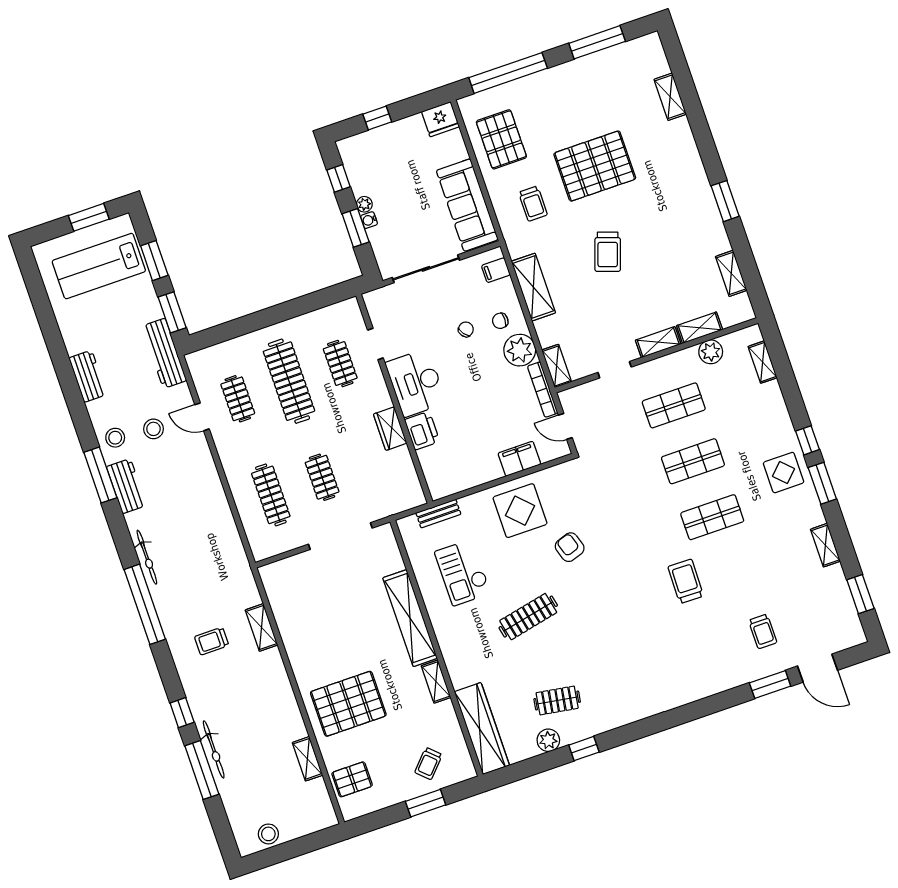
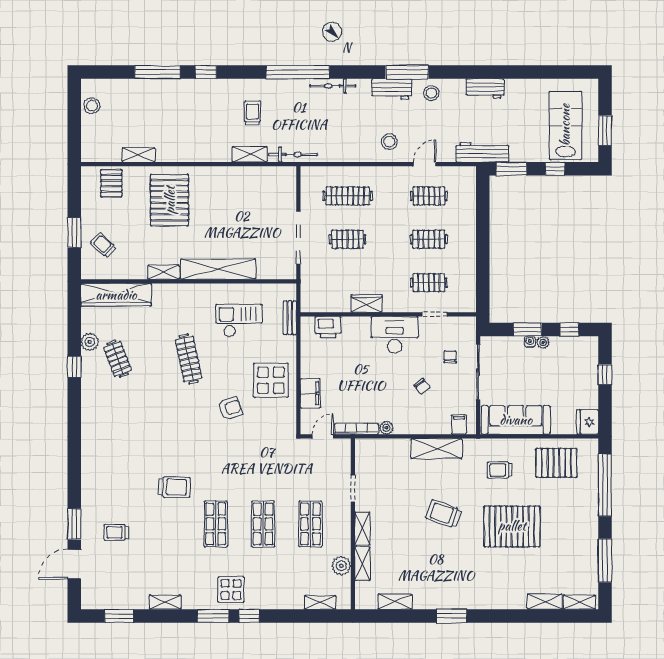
pallet: (595, 166) -> (512, 526), turned 90
window: (154, 261) -> (555, 169), width x0.67
chair: (500, 321) -> (450, 357), moved
plant: (520, 350) -> (386, 428), width x0.53, depth x0.53
shelving: (557, 366) -> (579, 602), moved
clothes rail: (289, 381) -> (429, 239), width x0.54, depth x0.76
stool: (153, 429) -> (389, 142), moved
printer: (422, 431) -> (328, 327), moved
clothes rail: (557, 700) -> (118, 359), turned -30
bicycle: (214, 749) -> (293, 155), moved, turned 180

